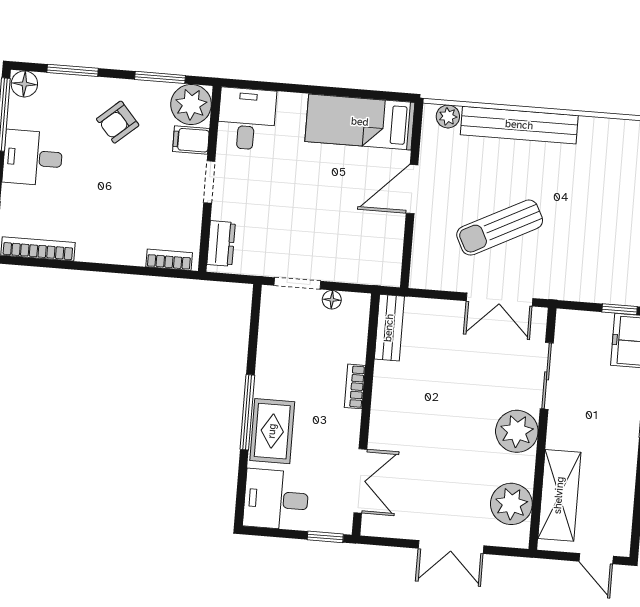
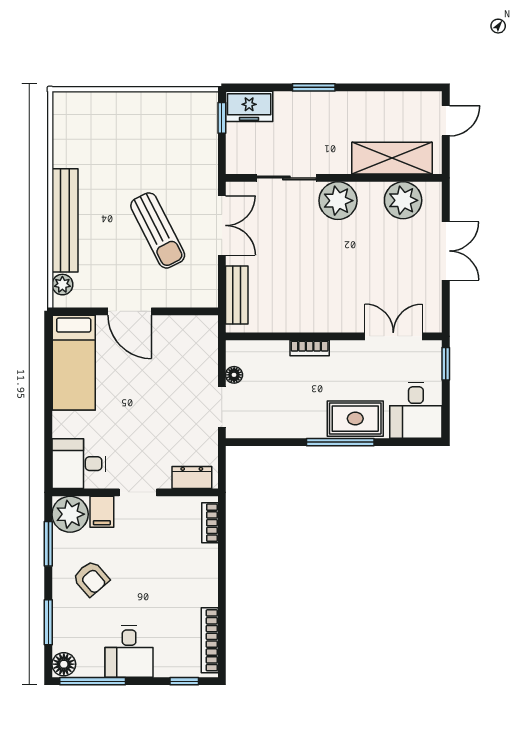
bench: (389, 328) -> (237, 295), moved, turned 90

